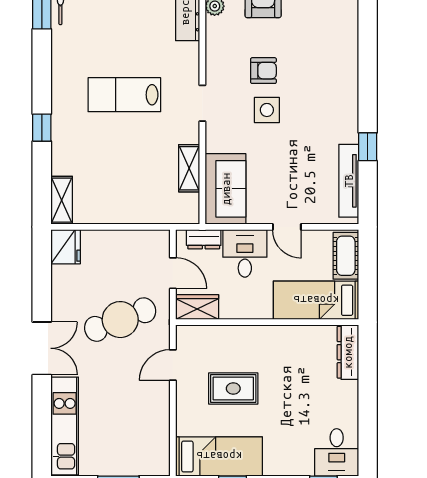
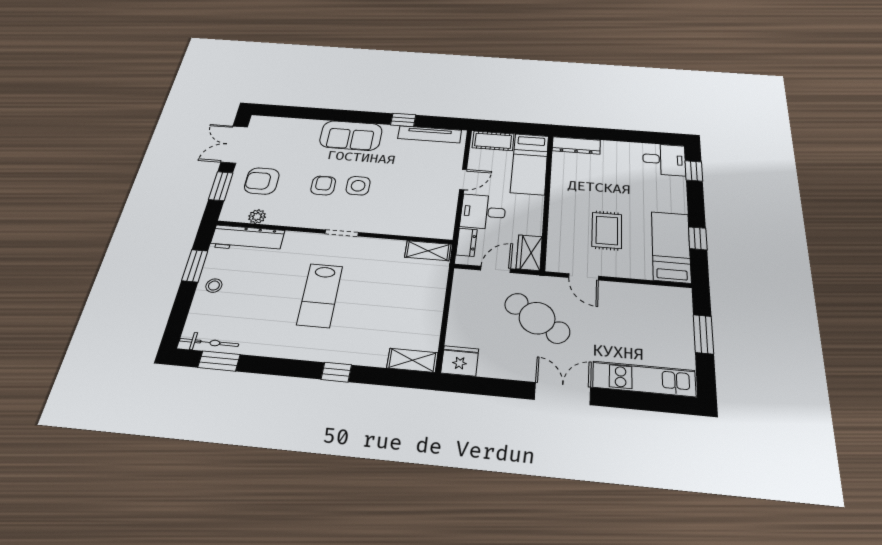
shelving: (189, 168) -> (428, 251), moved
sofa: (226, 189) -> (351, 136), moved, turned 180
cafe table: (120, 320) -> (537, 318), turned -36

